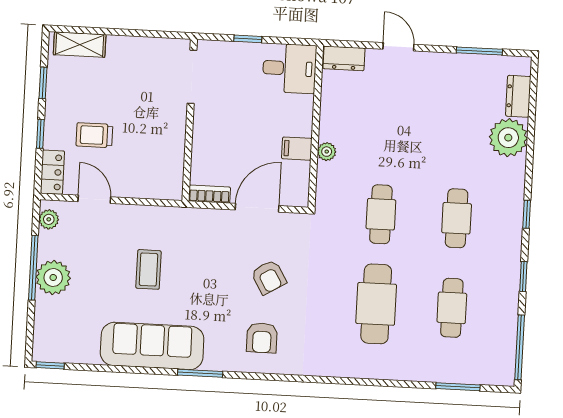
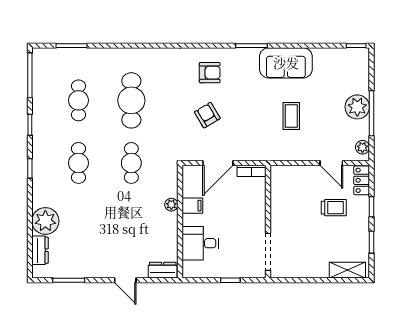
desk: (289, 68) -> (200, 243), moved
armchair: (262, 338) -> (210, 73), turned 90
sofa: (152, 346) -> (286, 63), width x0.73

